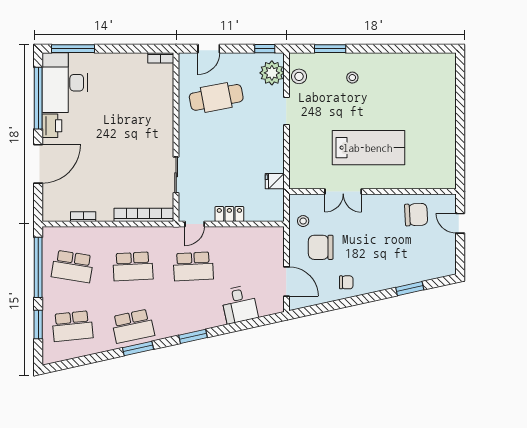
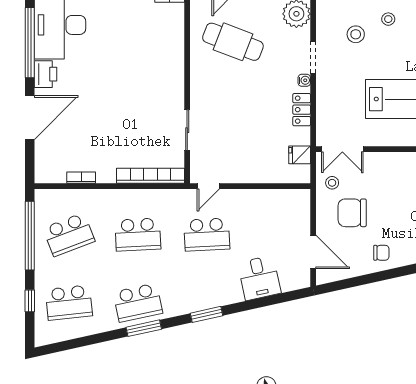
stool: (299, 76) -> (356, 34), moved
cafe table: (216, 97) -> (233, 42), turned 32
water cooler: (279, 131) -> (304, 80), added
fridge: (275, 181) -> (300, 155), moved
double door: (343, 192) -> (342, 149), moved
locker: (229, 214) -> (302, 110), moved, turned -90
school desk: (72, 266) -> (69, 235), turned -30
window: (38, 325) -> (30, 301), width x0.67

